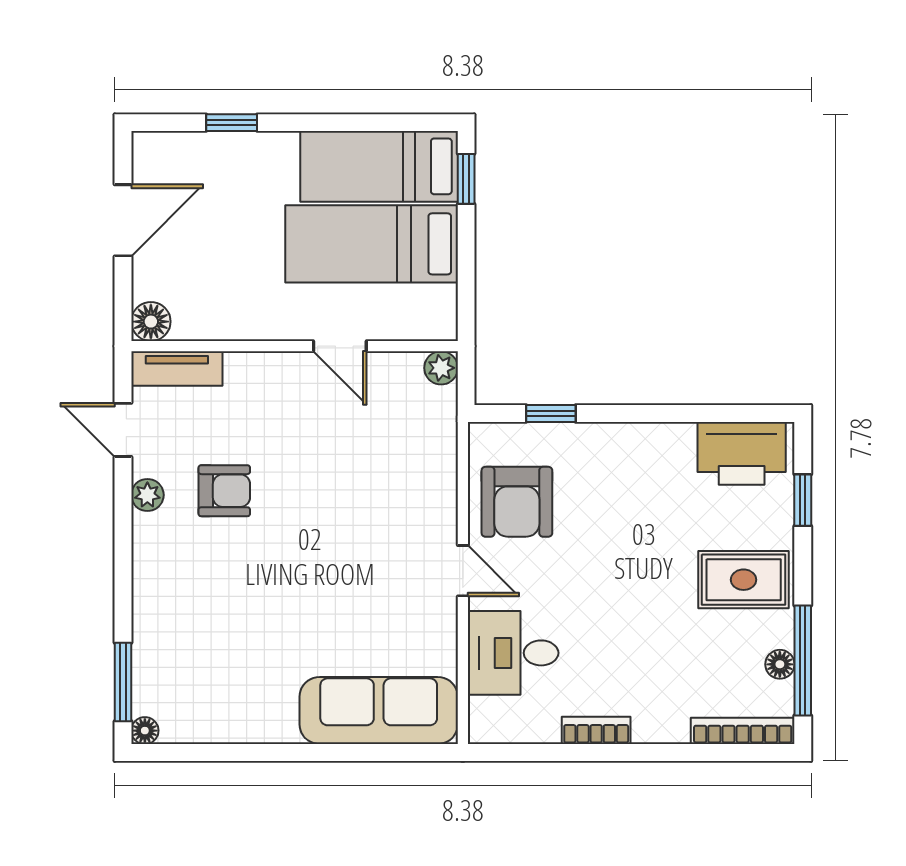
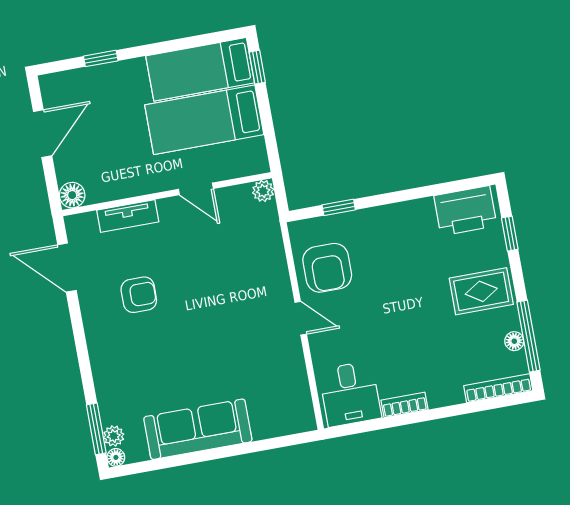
tv unit: (177, 369) -> (128, 216), moved
door: (123, 430) -> (67, 268), width x1.37
plant: (147, 495) -> (114, 436), moved
desk: (513, 653) -> (350, 394), moved, turned -90
sofa: (379, 711) -> (198, 429), moved

